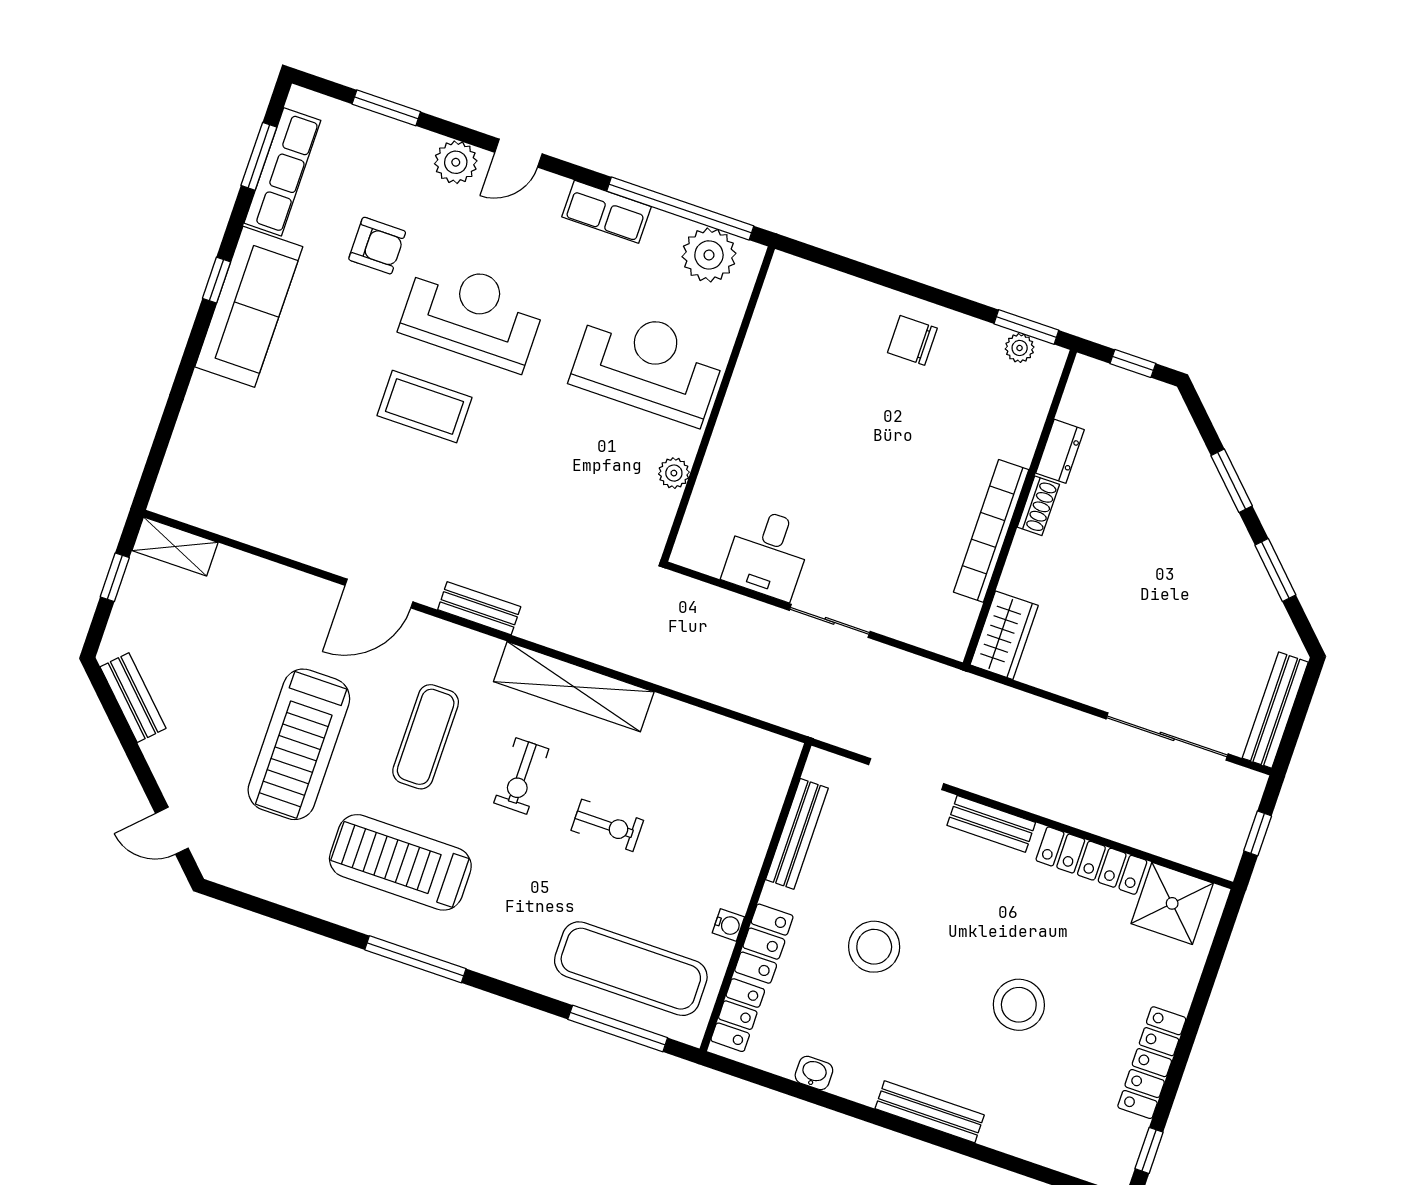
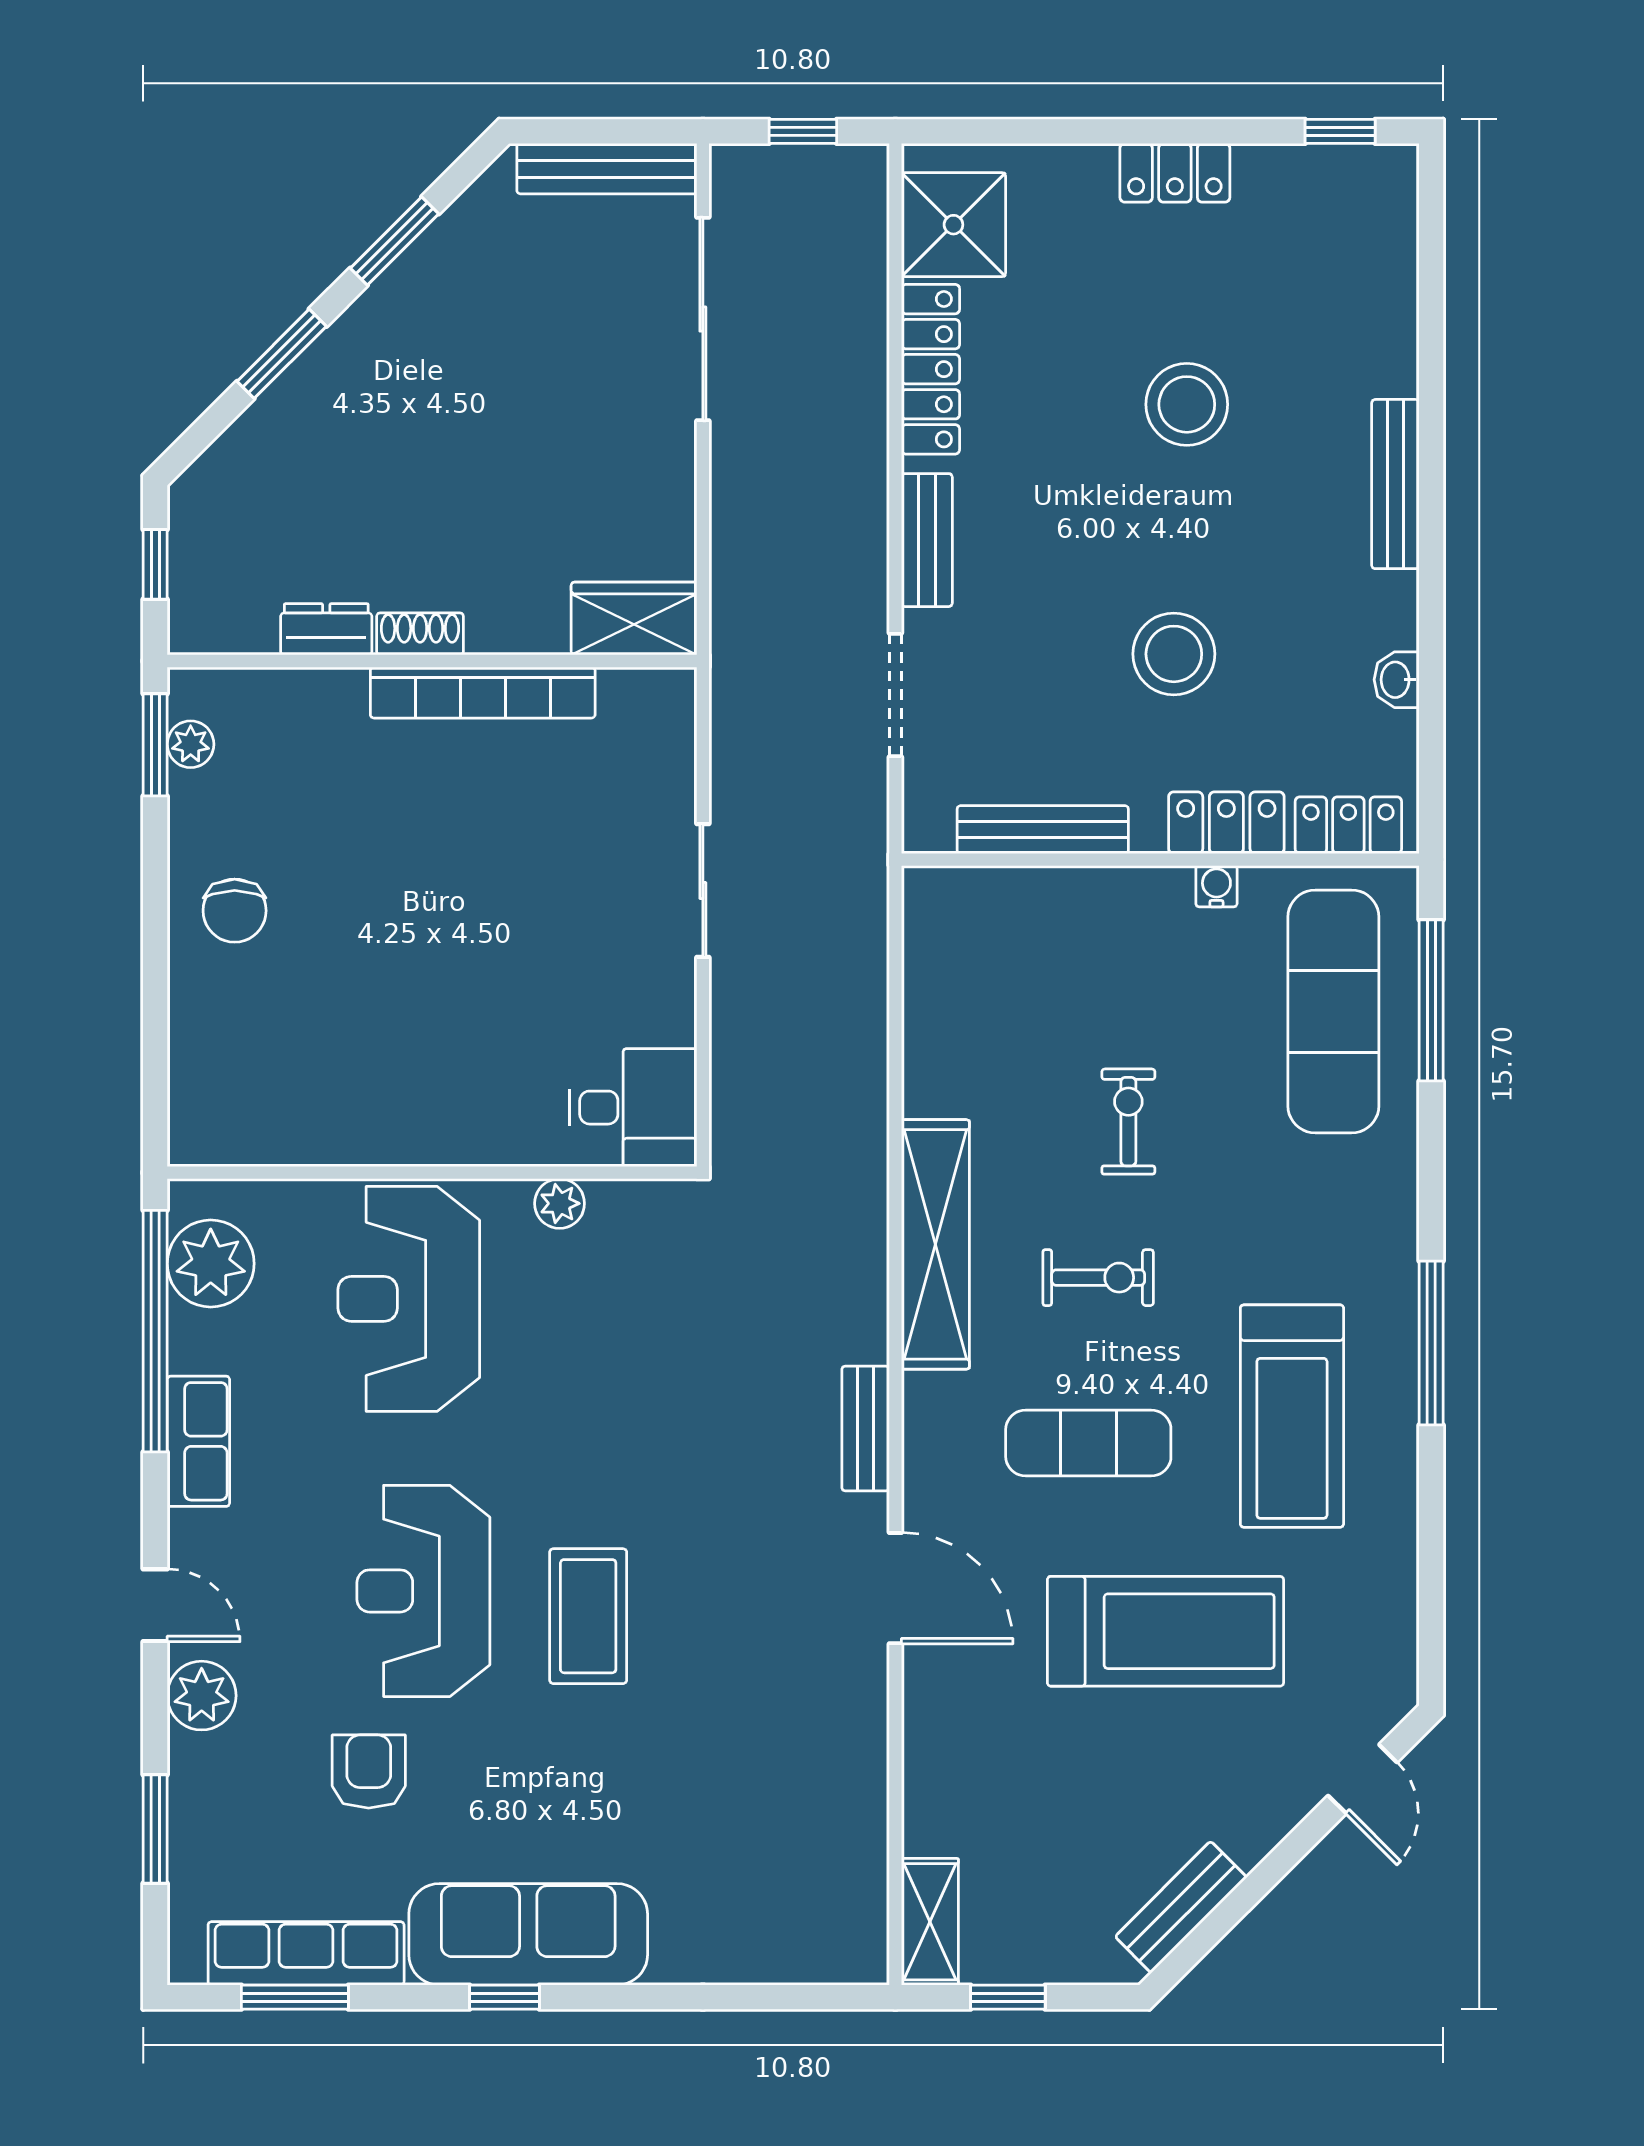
desk: (768, 554) -> (633, 1108), moved
locker: (1152, 1063) -> (1175, 173), width x0.66

